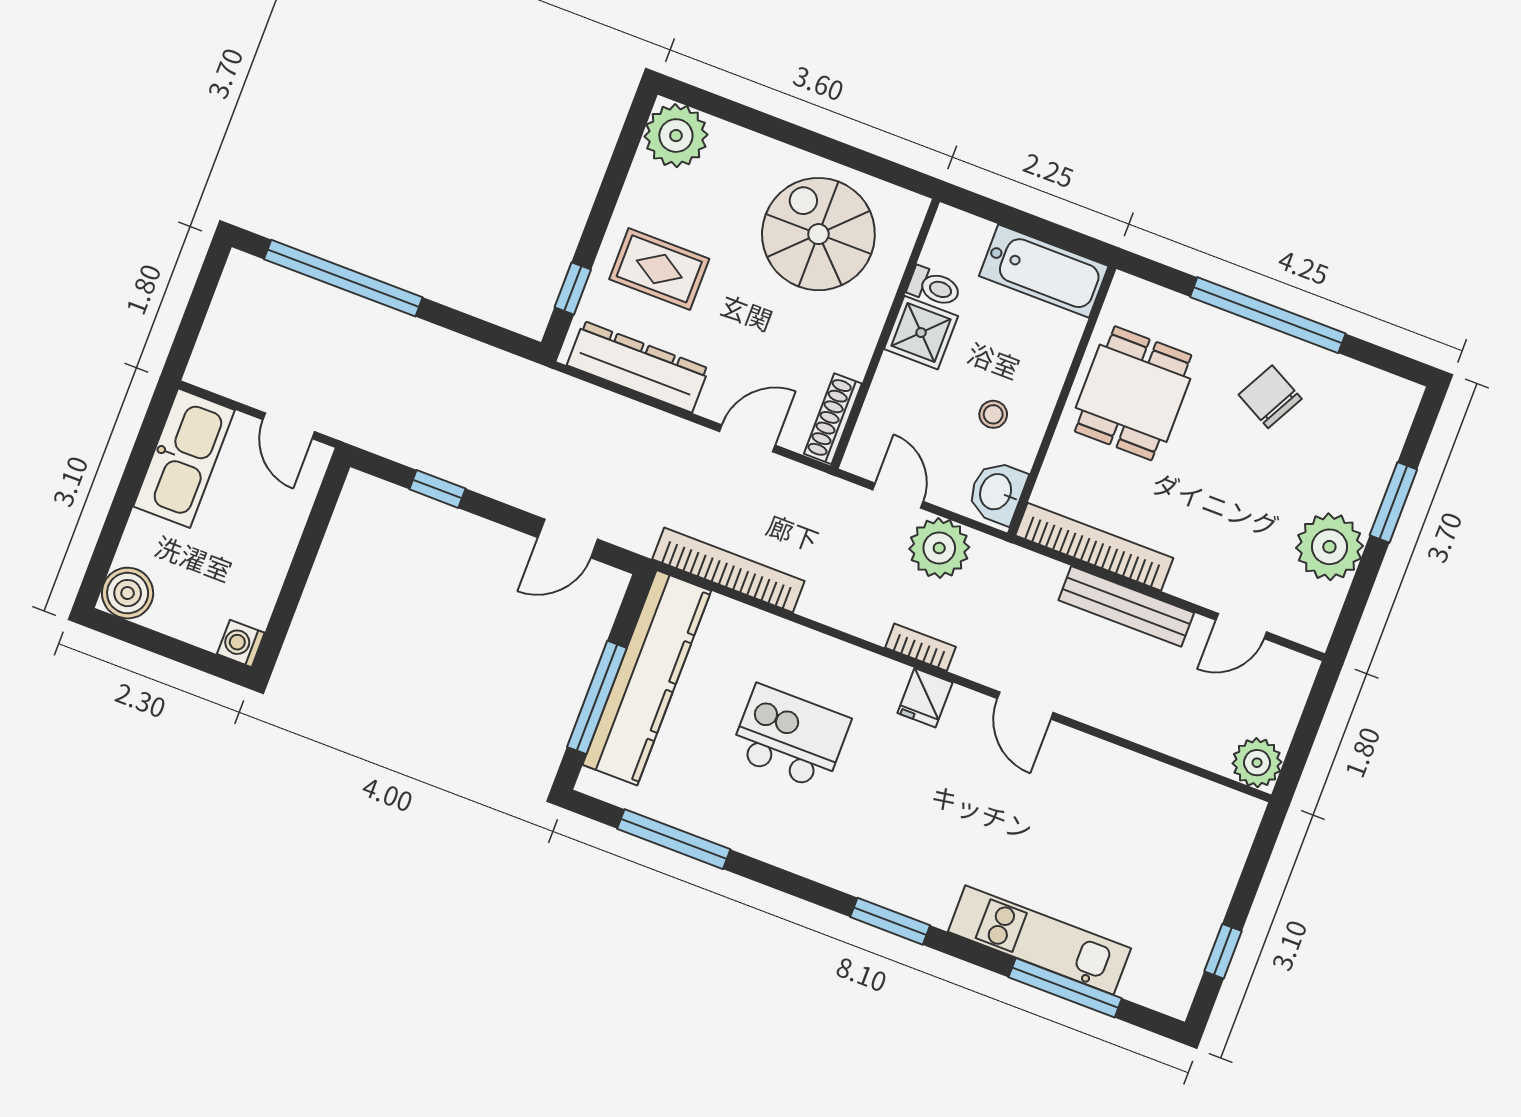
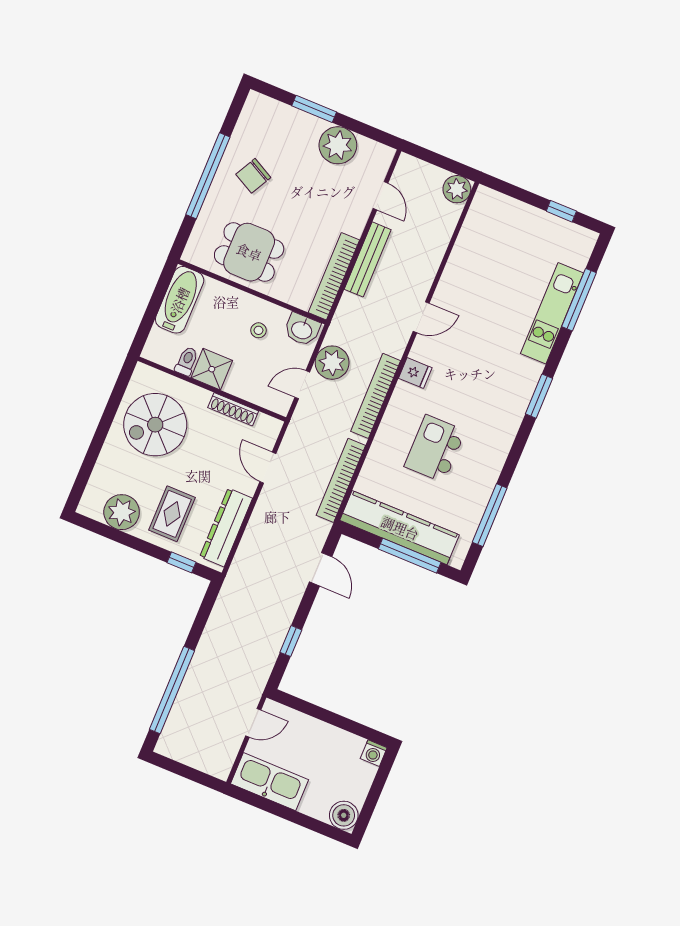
plant: (676, 136) -> (122, 512), moved
shoe rack: (833, 419) -> (233, 409), moved
bookcase: (920, 647) -> (376, 396), width x2.31, depth x1.31

